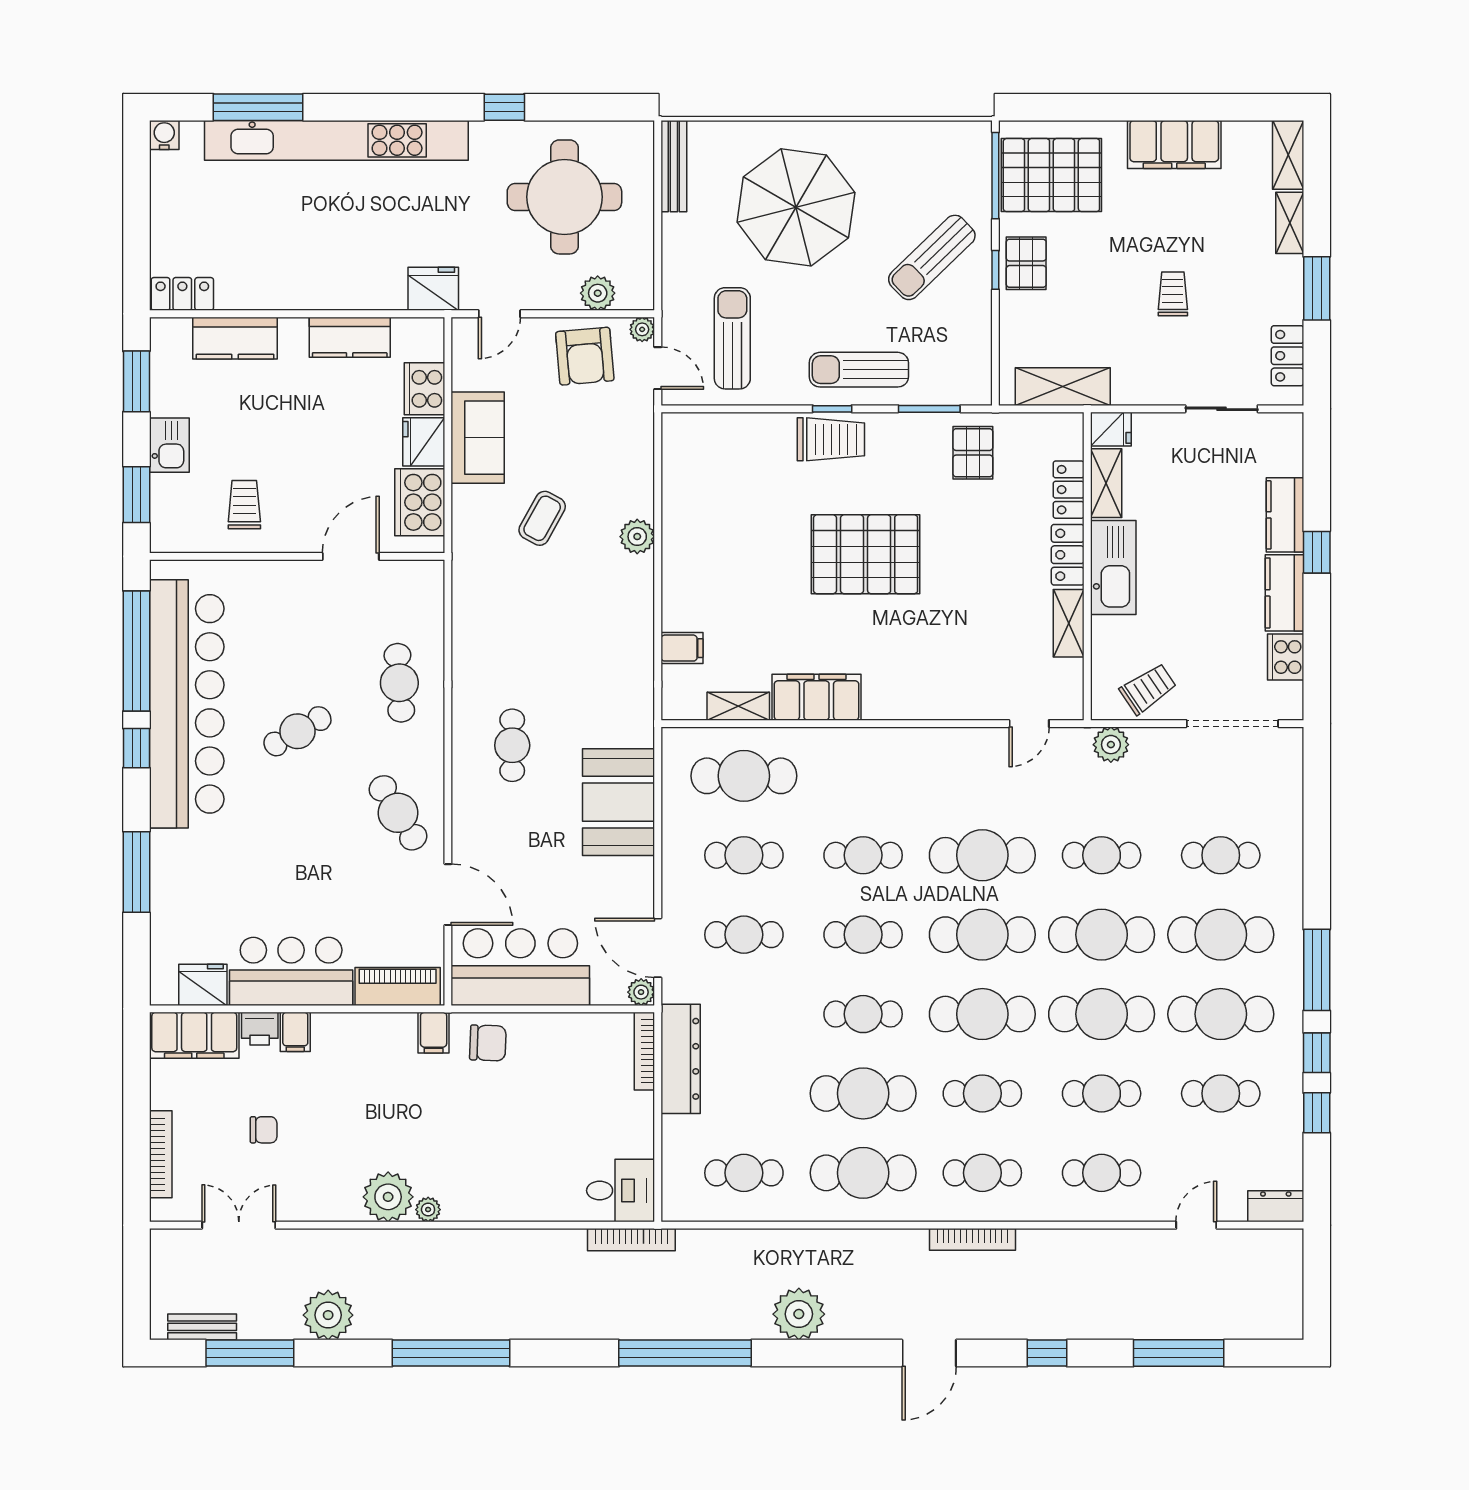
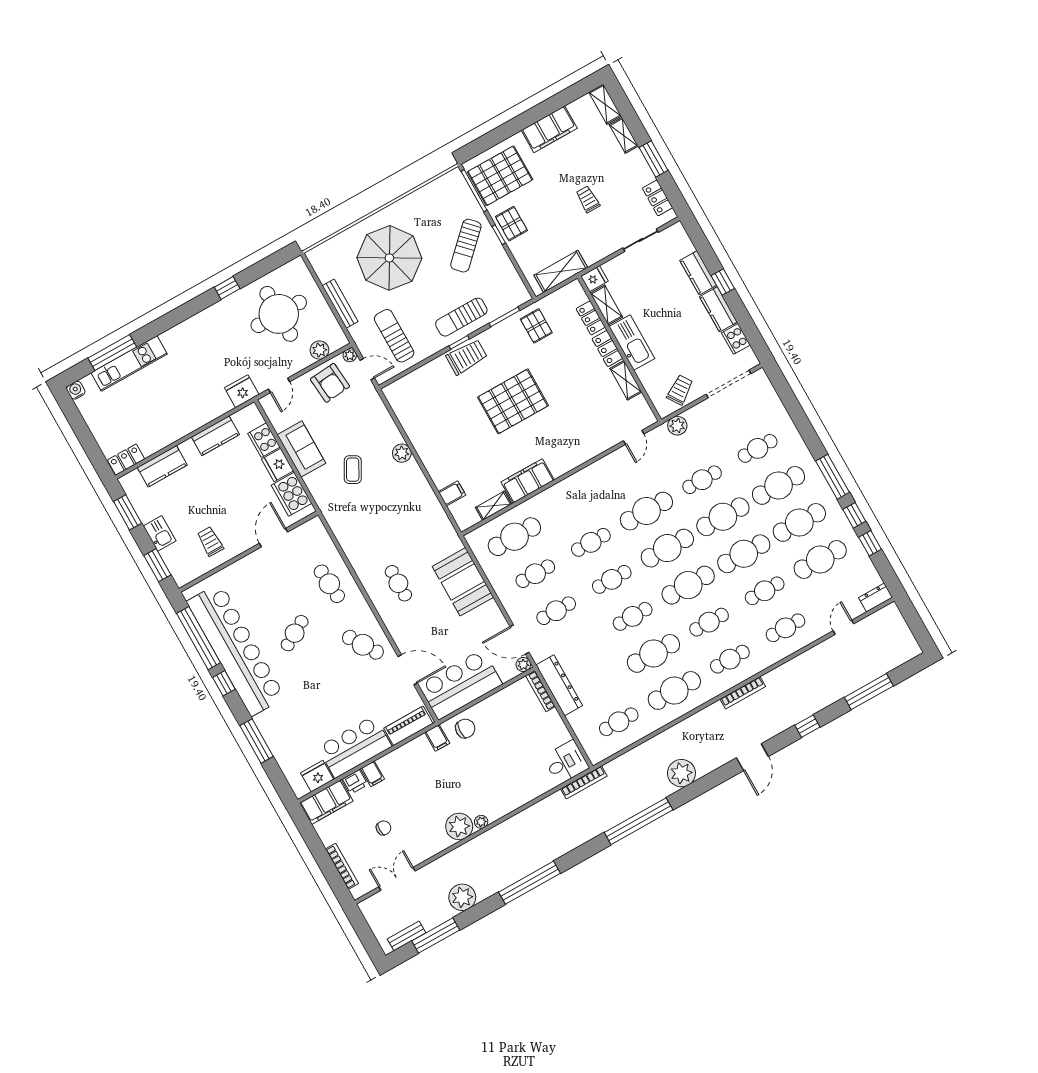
kitchen unit: (336, 140) -> (129, 363), width x0.54
bench: (674, 166) -> (340, 304), moved
cafe table: (1221, 1093) -> (820, 559), width x1.37, depth x1.35

